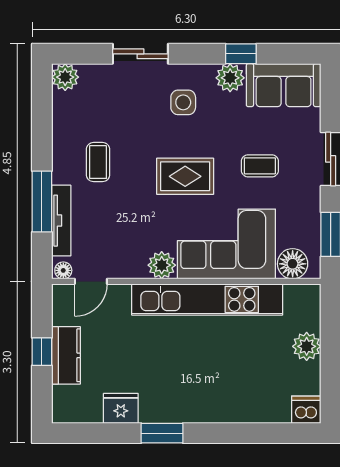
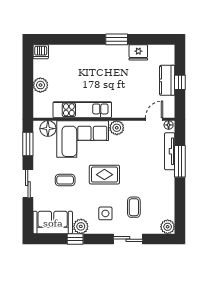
coffee table: (98, 162) -> (134, 207), moved
kitchen unit: (207, 299) -> (82, 110), width x0.73

